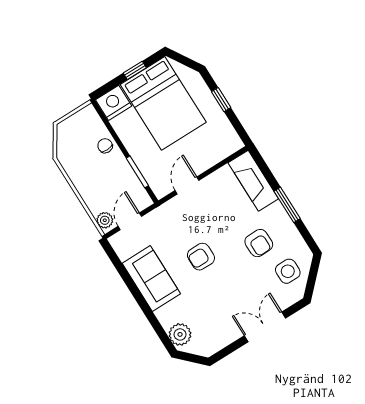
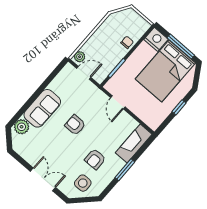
window: (135, 70) -> (181, 47), width x2.17
door: (187, 185) -> (118, 102), swing flipped
sofa: (151, 278) -> (42, 108), moved

